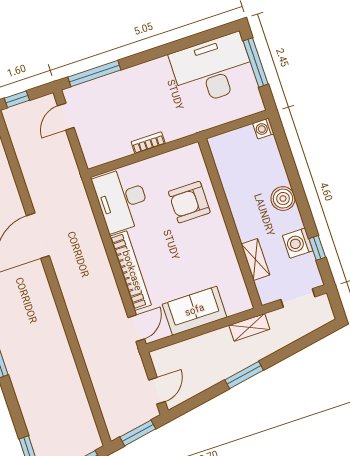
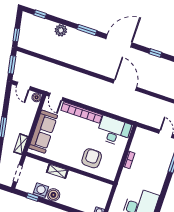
boiler: (283, 199) -> (53, 195), moved
shelving: (255, 260) -> (57, 171), moved
sofa: (195, 311) -> (43, 132), width x1.36
boiler: (159, 357) -> (37, 97), added
plant: (28, 398) -> (61, 30), added

